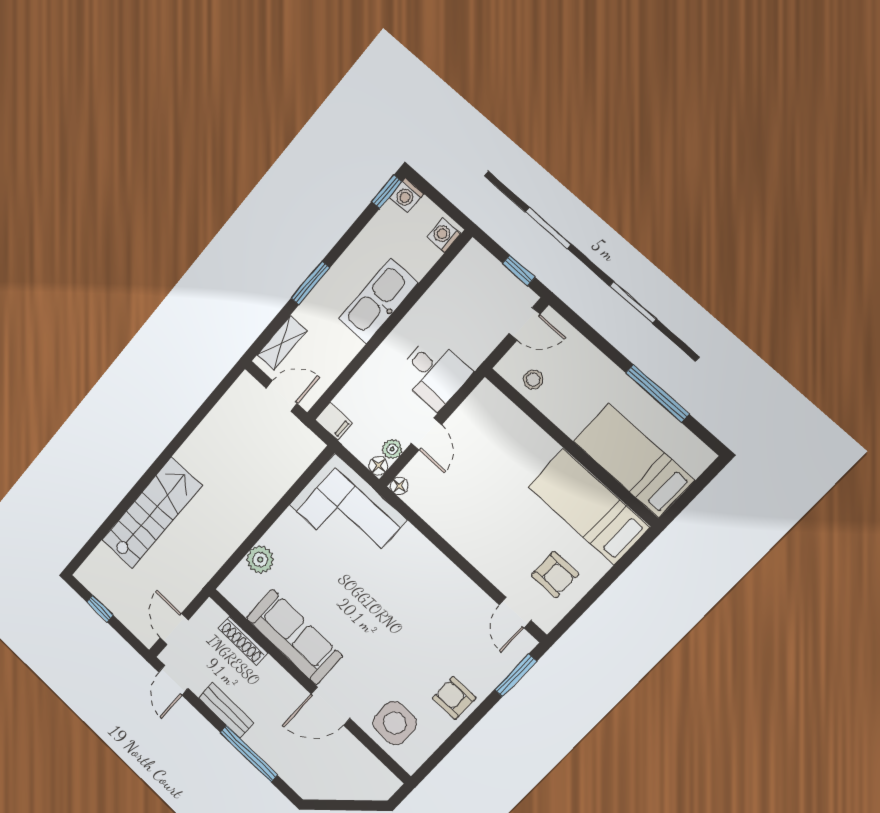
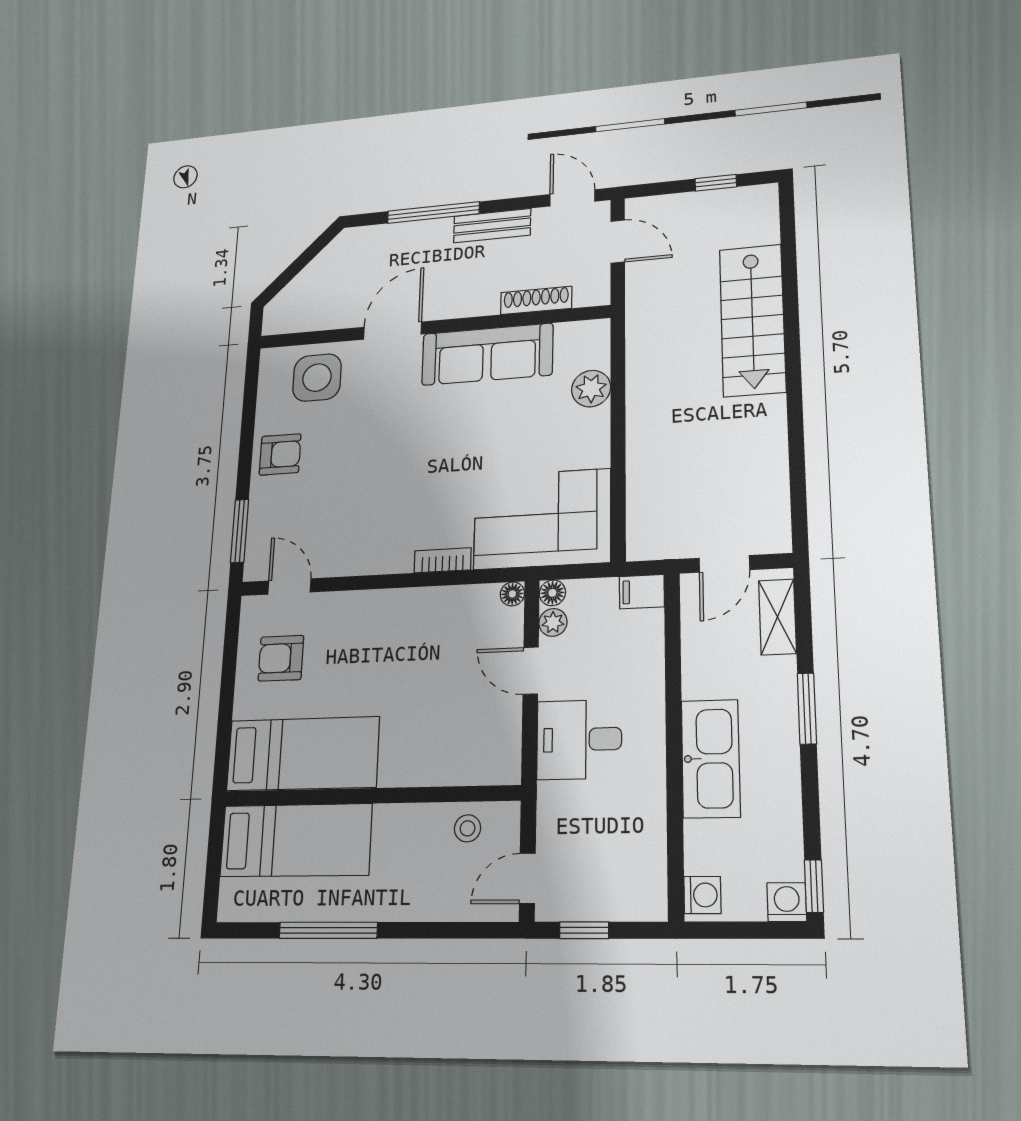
bookcase: (419, 542) -> (443, 560), added

